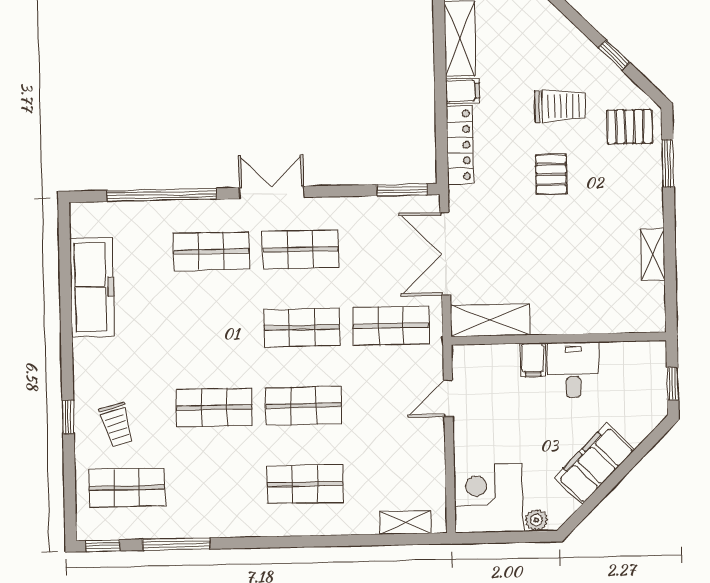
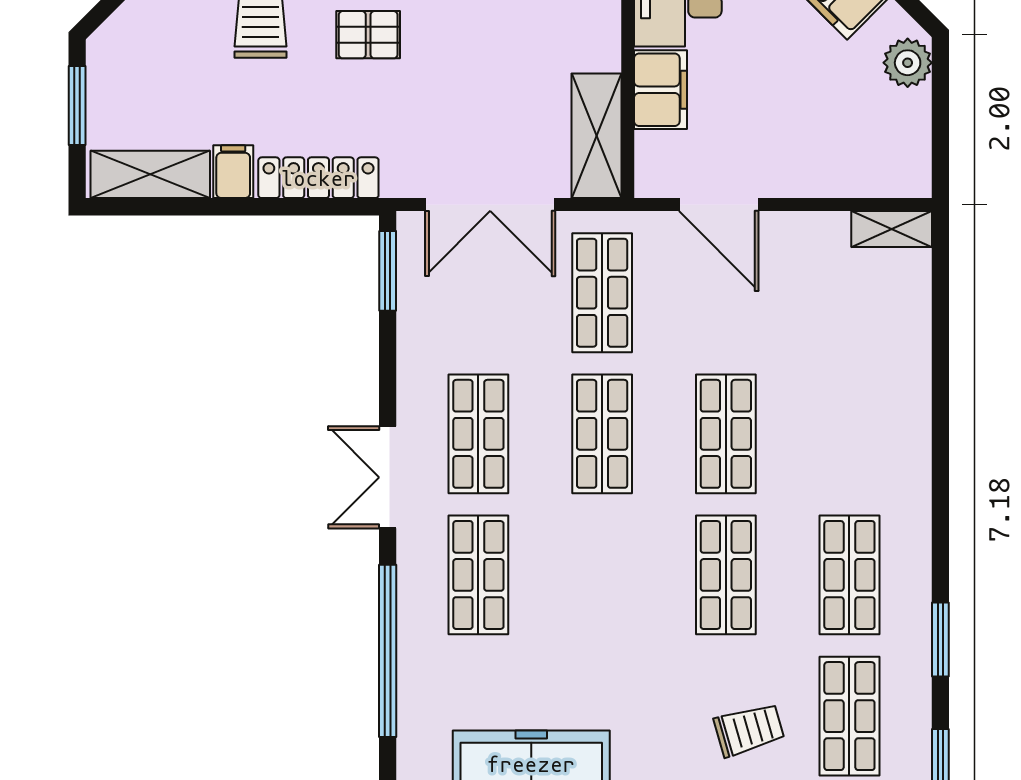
filing cabinet: (533, 360) -> (661, 90), width x2.00
door: (448, 398) -> (719, 205), width x1.38
shop shelf: (305, 484) -> (849, 575), moved
corner desk: (489, 498) -> (878, 144), removed
plant: (536, 520) -> (908, 63), width x1.38, depth x1.38
shelving: (405, 523) -> (892, 229), moved, turned 90
window: (176, 544) -> (940, 639), width x0.69

